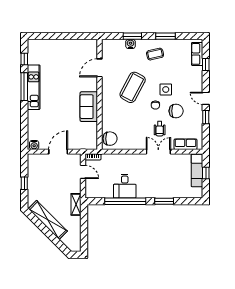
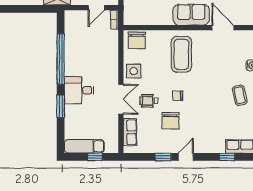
coffee table: (133, 87) -> (181, 54), moved, turned 62
side table: (166, 89) -> (134, 71), moved
sofa: (89, 107) -> (191, 15), moved
exam couch: (197, 171) -> (84, 146), moved
desk: (125, 186) -> (79, 90), moved

